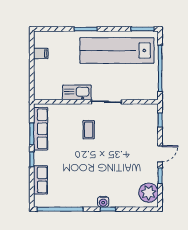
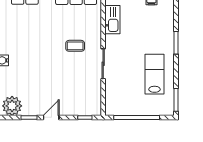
lab bench: (117, 51) -> (154, 74), width x0.54, depth x0.72
kitchen sink: (77, 92) -> (112, 20), moved
door: (160, 154) -> (51, 117), swing flipped

